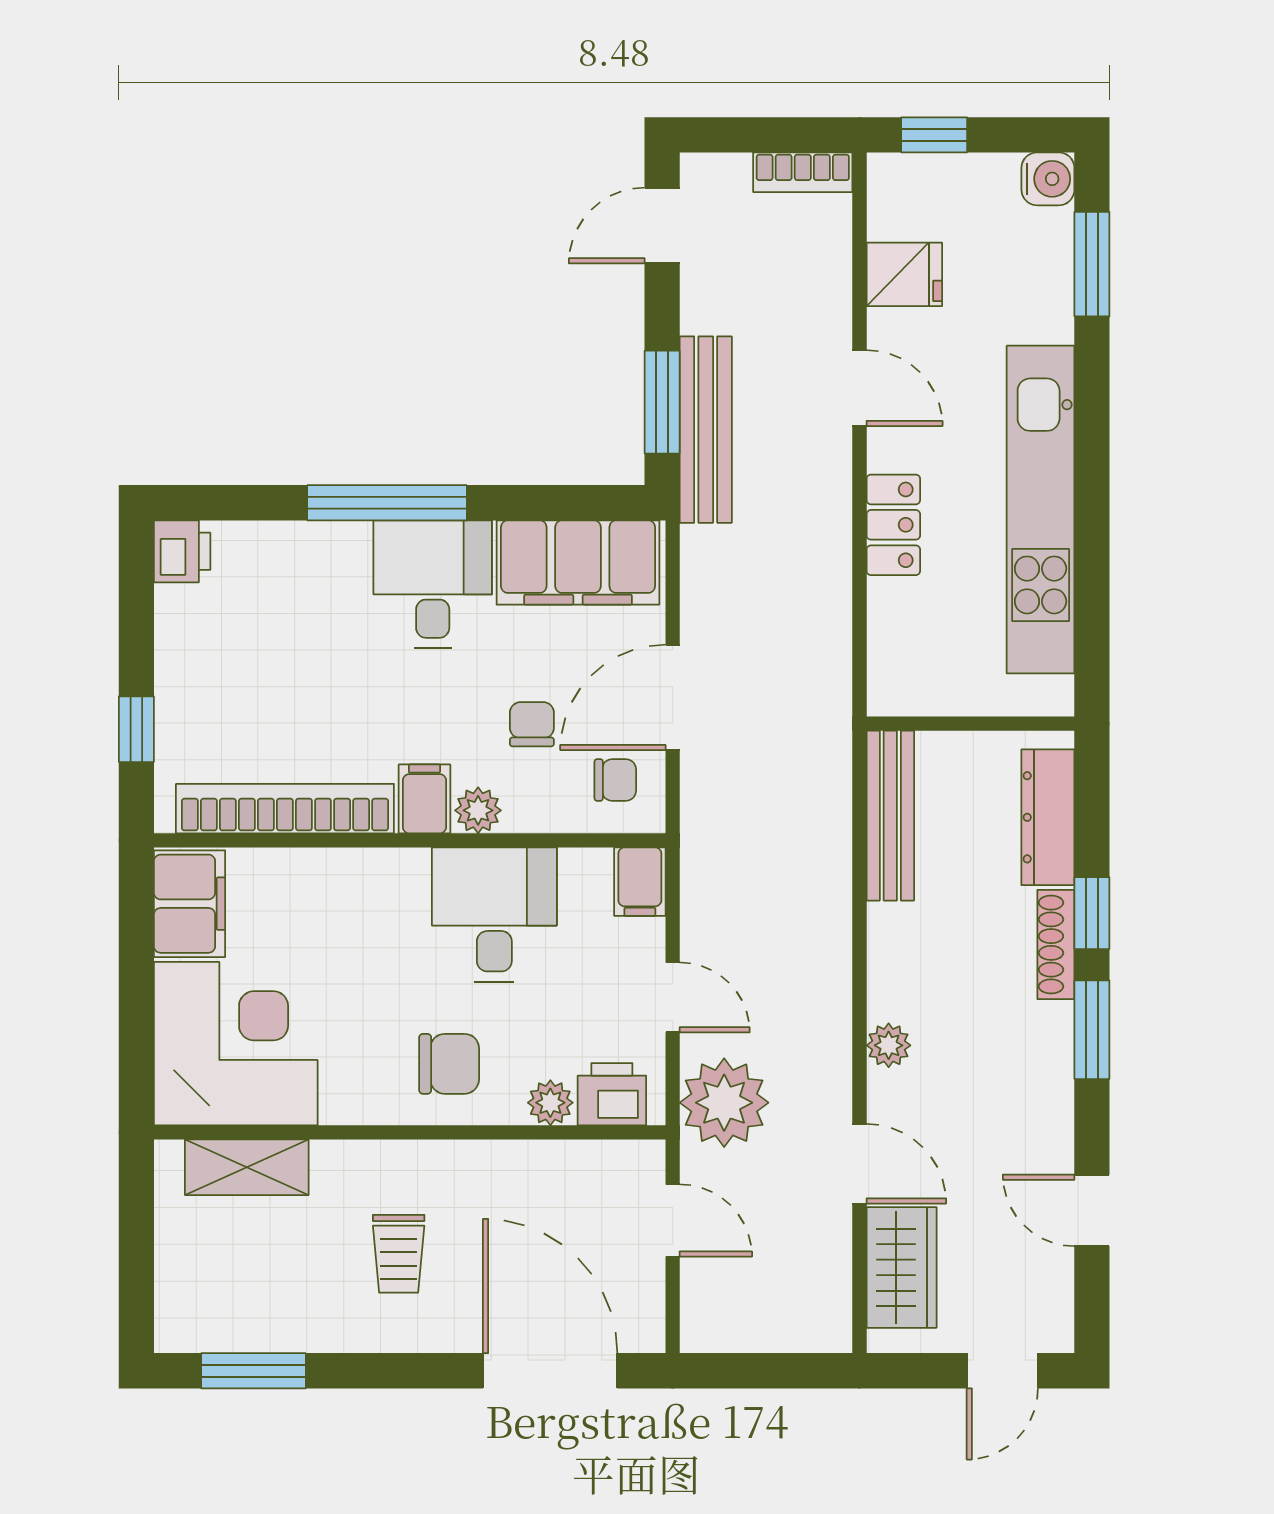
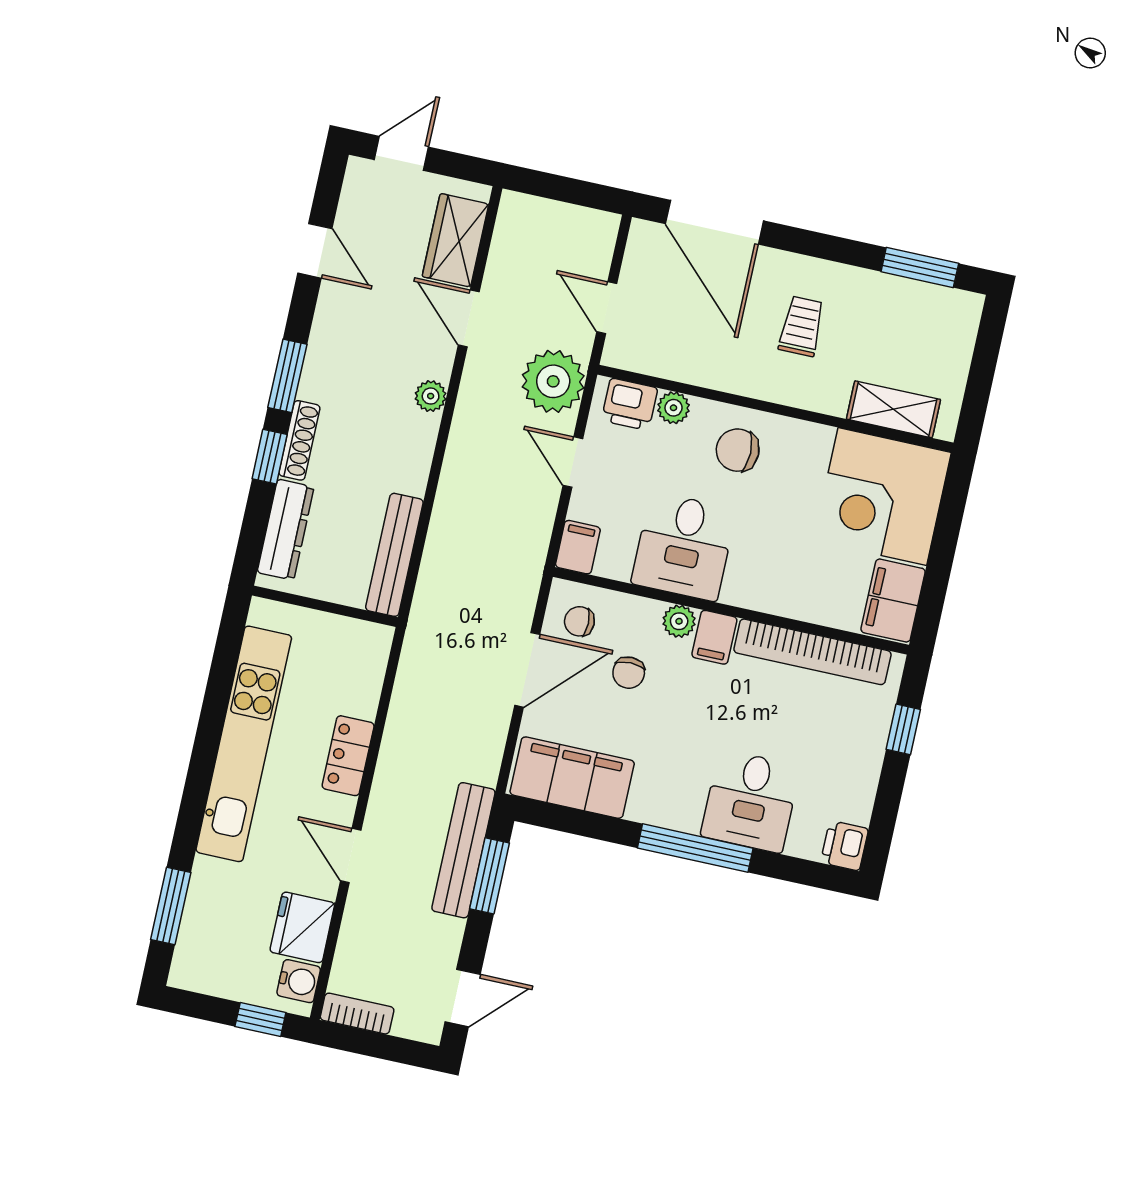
water cooler: (1048, 179) -> (299, 981), moved, turned 180
fridge: (904, 274) -> (302, 927), width x1.38
desk: (433, 584) -> (750, 801), moved

